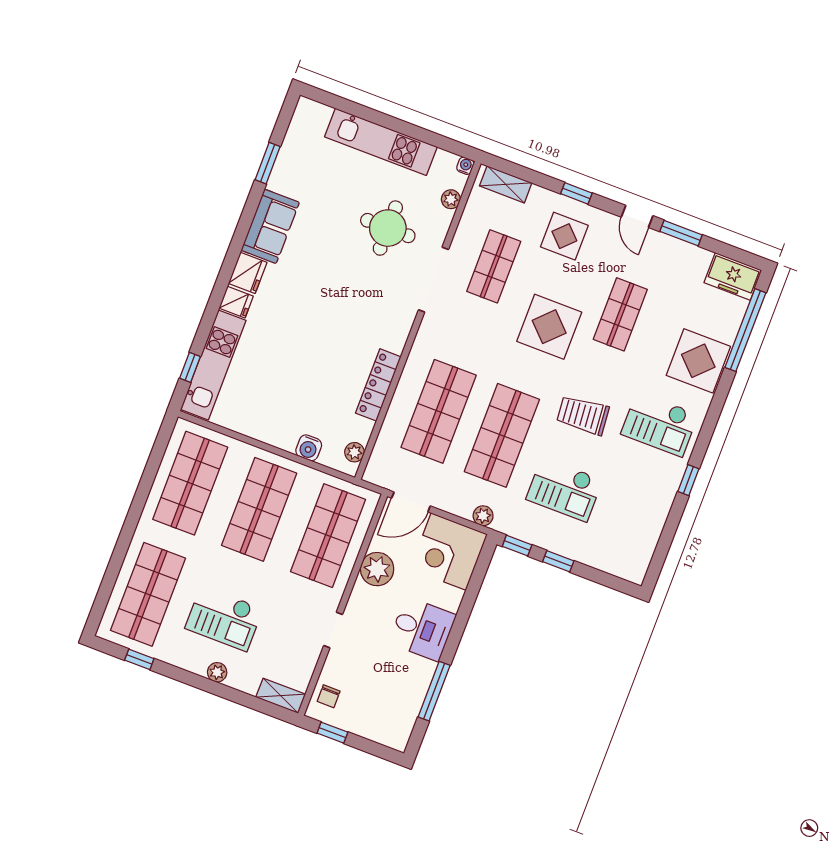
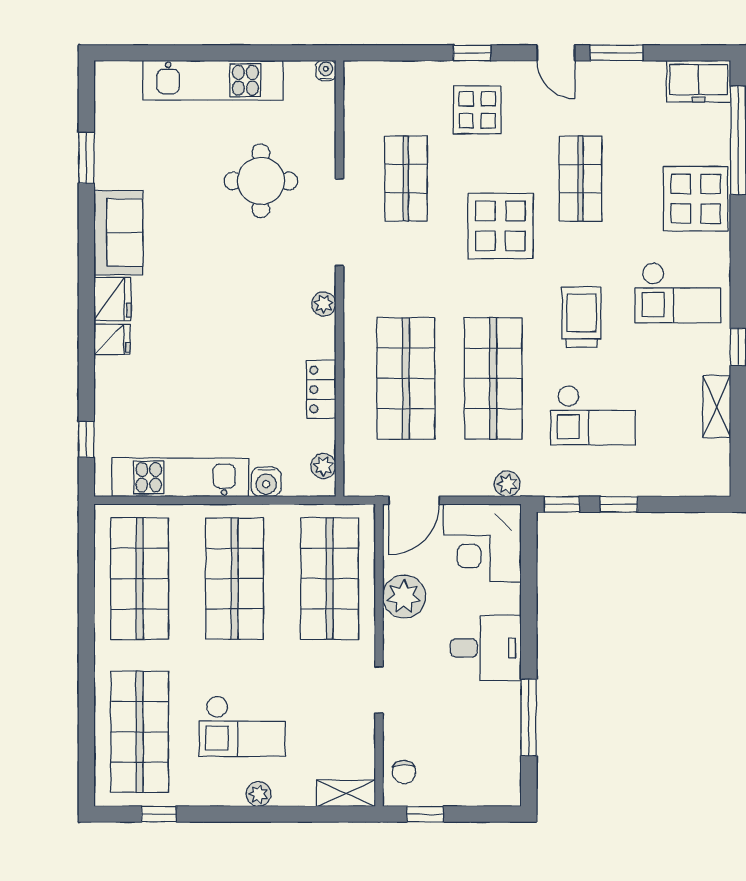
shelving: (506, 184) -> (717, 407), moved, turned 90
plant: (451, 199) -> (324, 304), moved
kitchen unit: (213, 365) -> (180, 477), moved, turned -90
locker: (378, 385) -> (321, 390), width x0.66
trolley: (583, 415) -> (582, 317), turned 95

